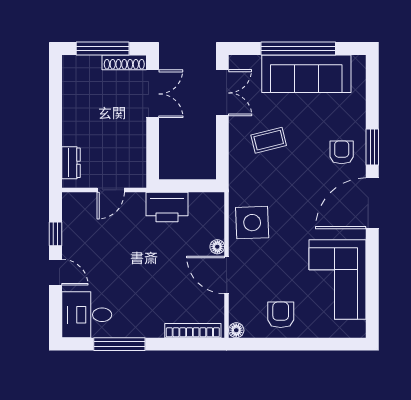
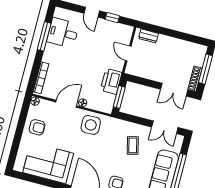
window: (191, 186) -> (119, 97), added
door: (56, 272) -> (92, 12), hinge flipped
desk: (87, 315) -> (63, 33), moved, turned -90

